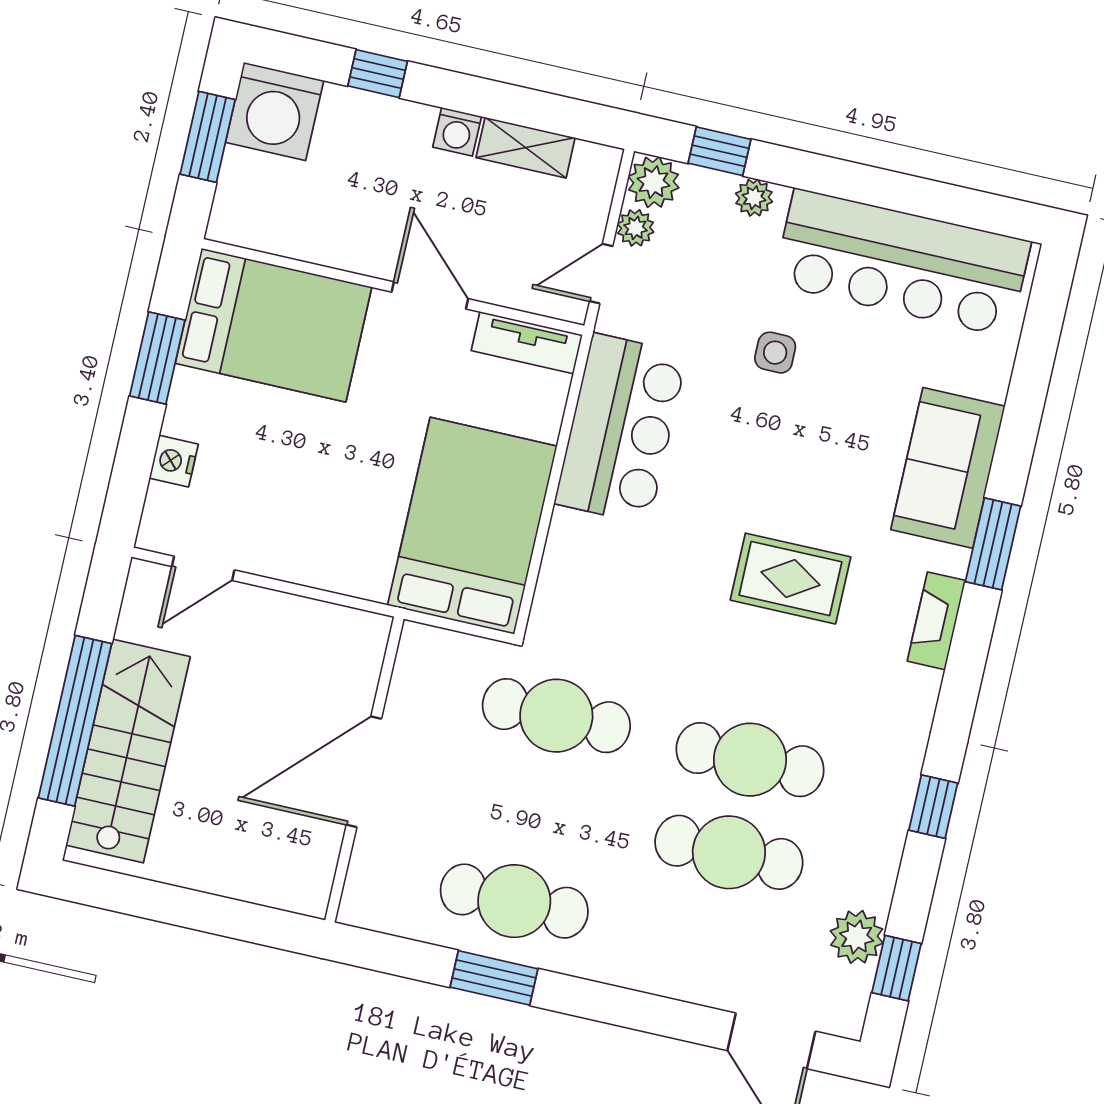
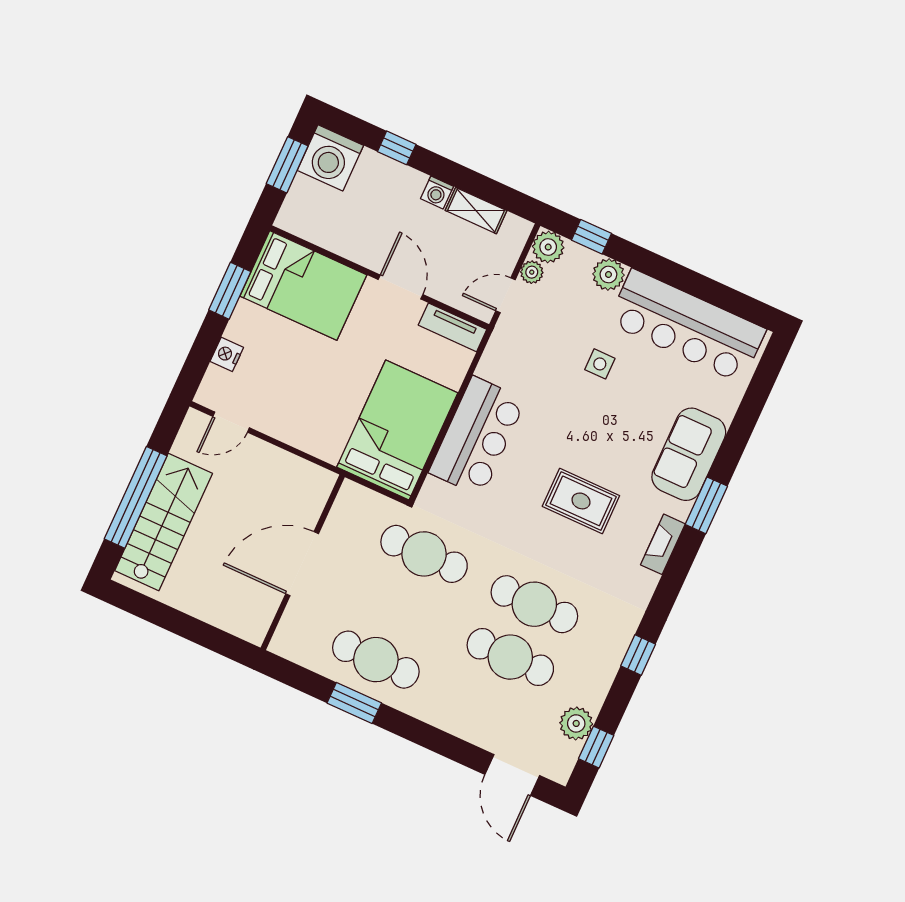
plant: (754, 198) -> (608, 275), width x1.38, depth x1.38
bar counter: (621, 429) -> (477, 436), moved

